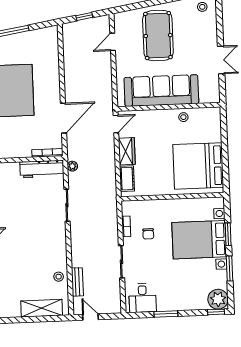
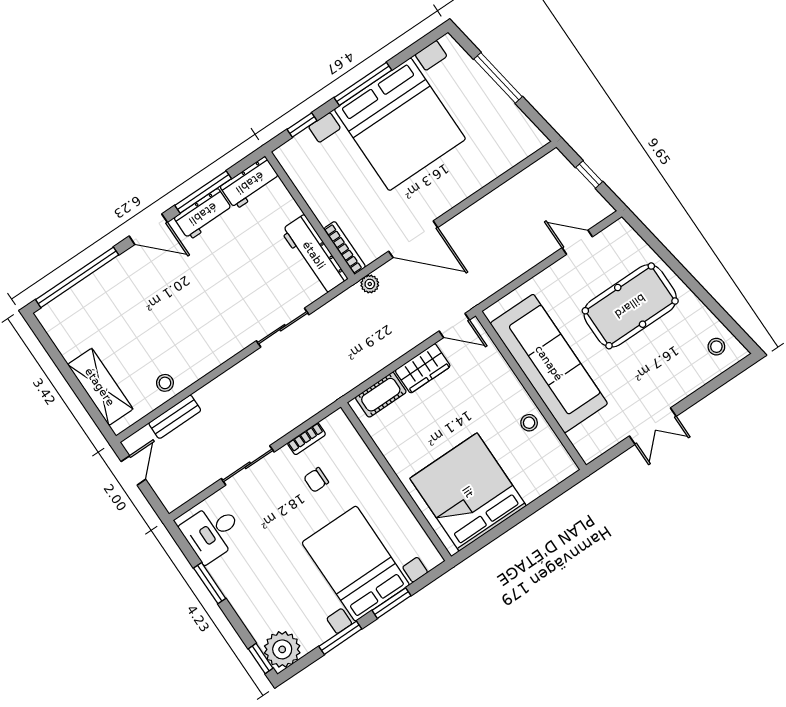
plant: (72, 166) -> (370, 284), moved

